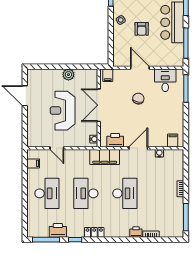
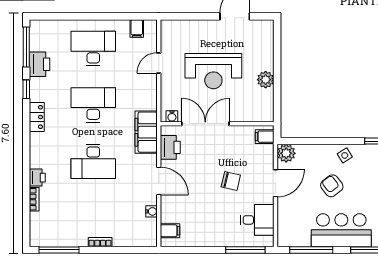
armchair: (142, 29) -> (332, 186), turned 52
plant: (119, 60) -> (286, 153), added
double door: (99, 105) -> (205, 124), moved
reception desk: (63, 111) -> (213, 71), turned 180
desk: (47, 193) -> (93, 48), turned 180

